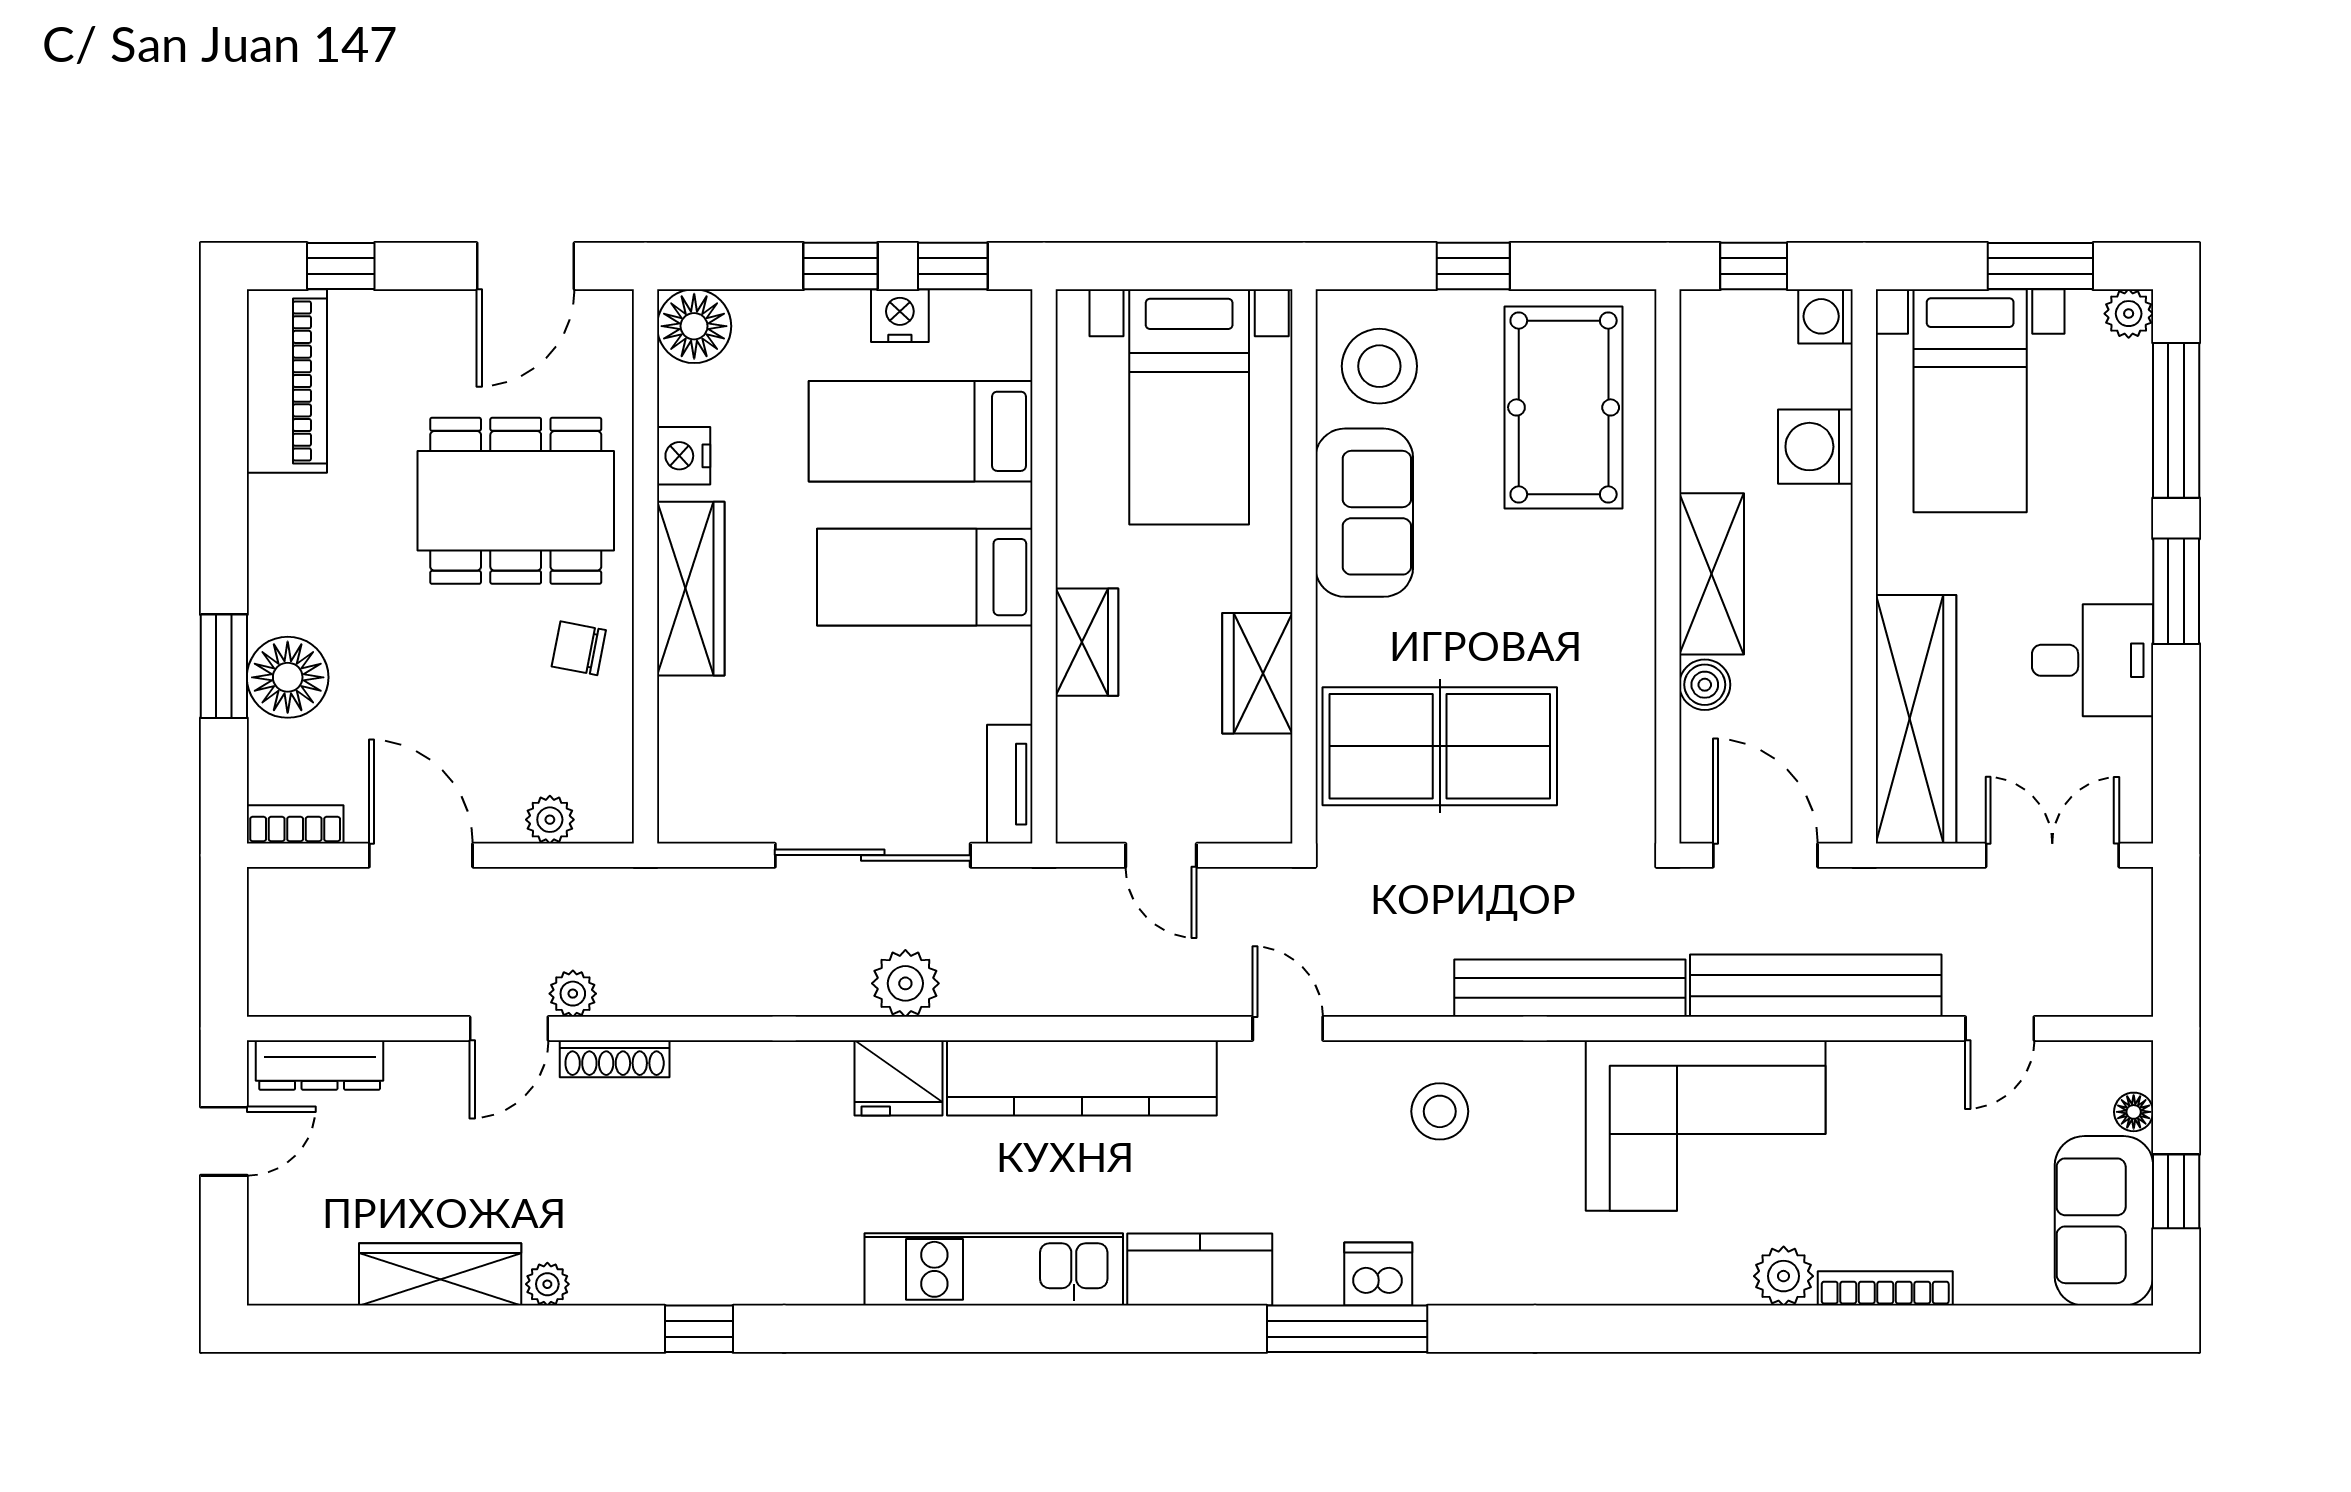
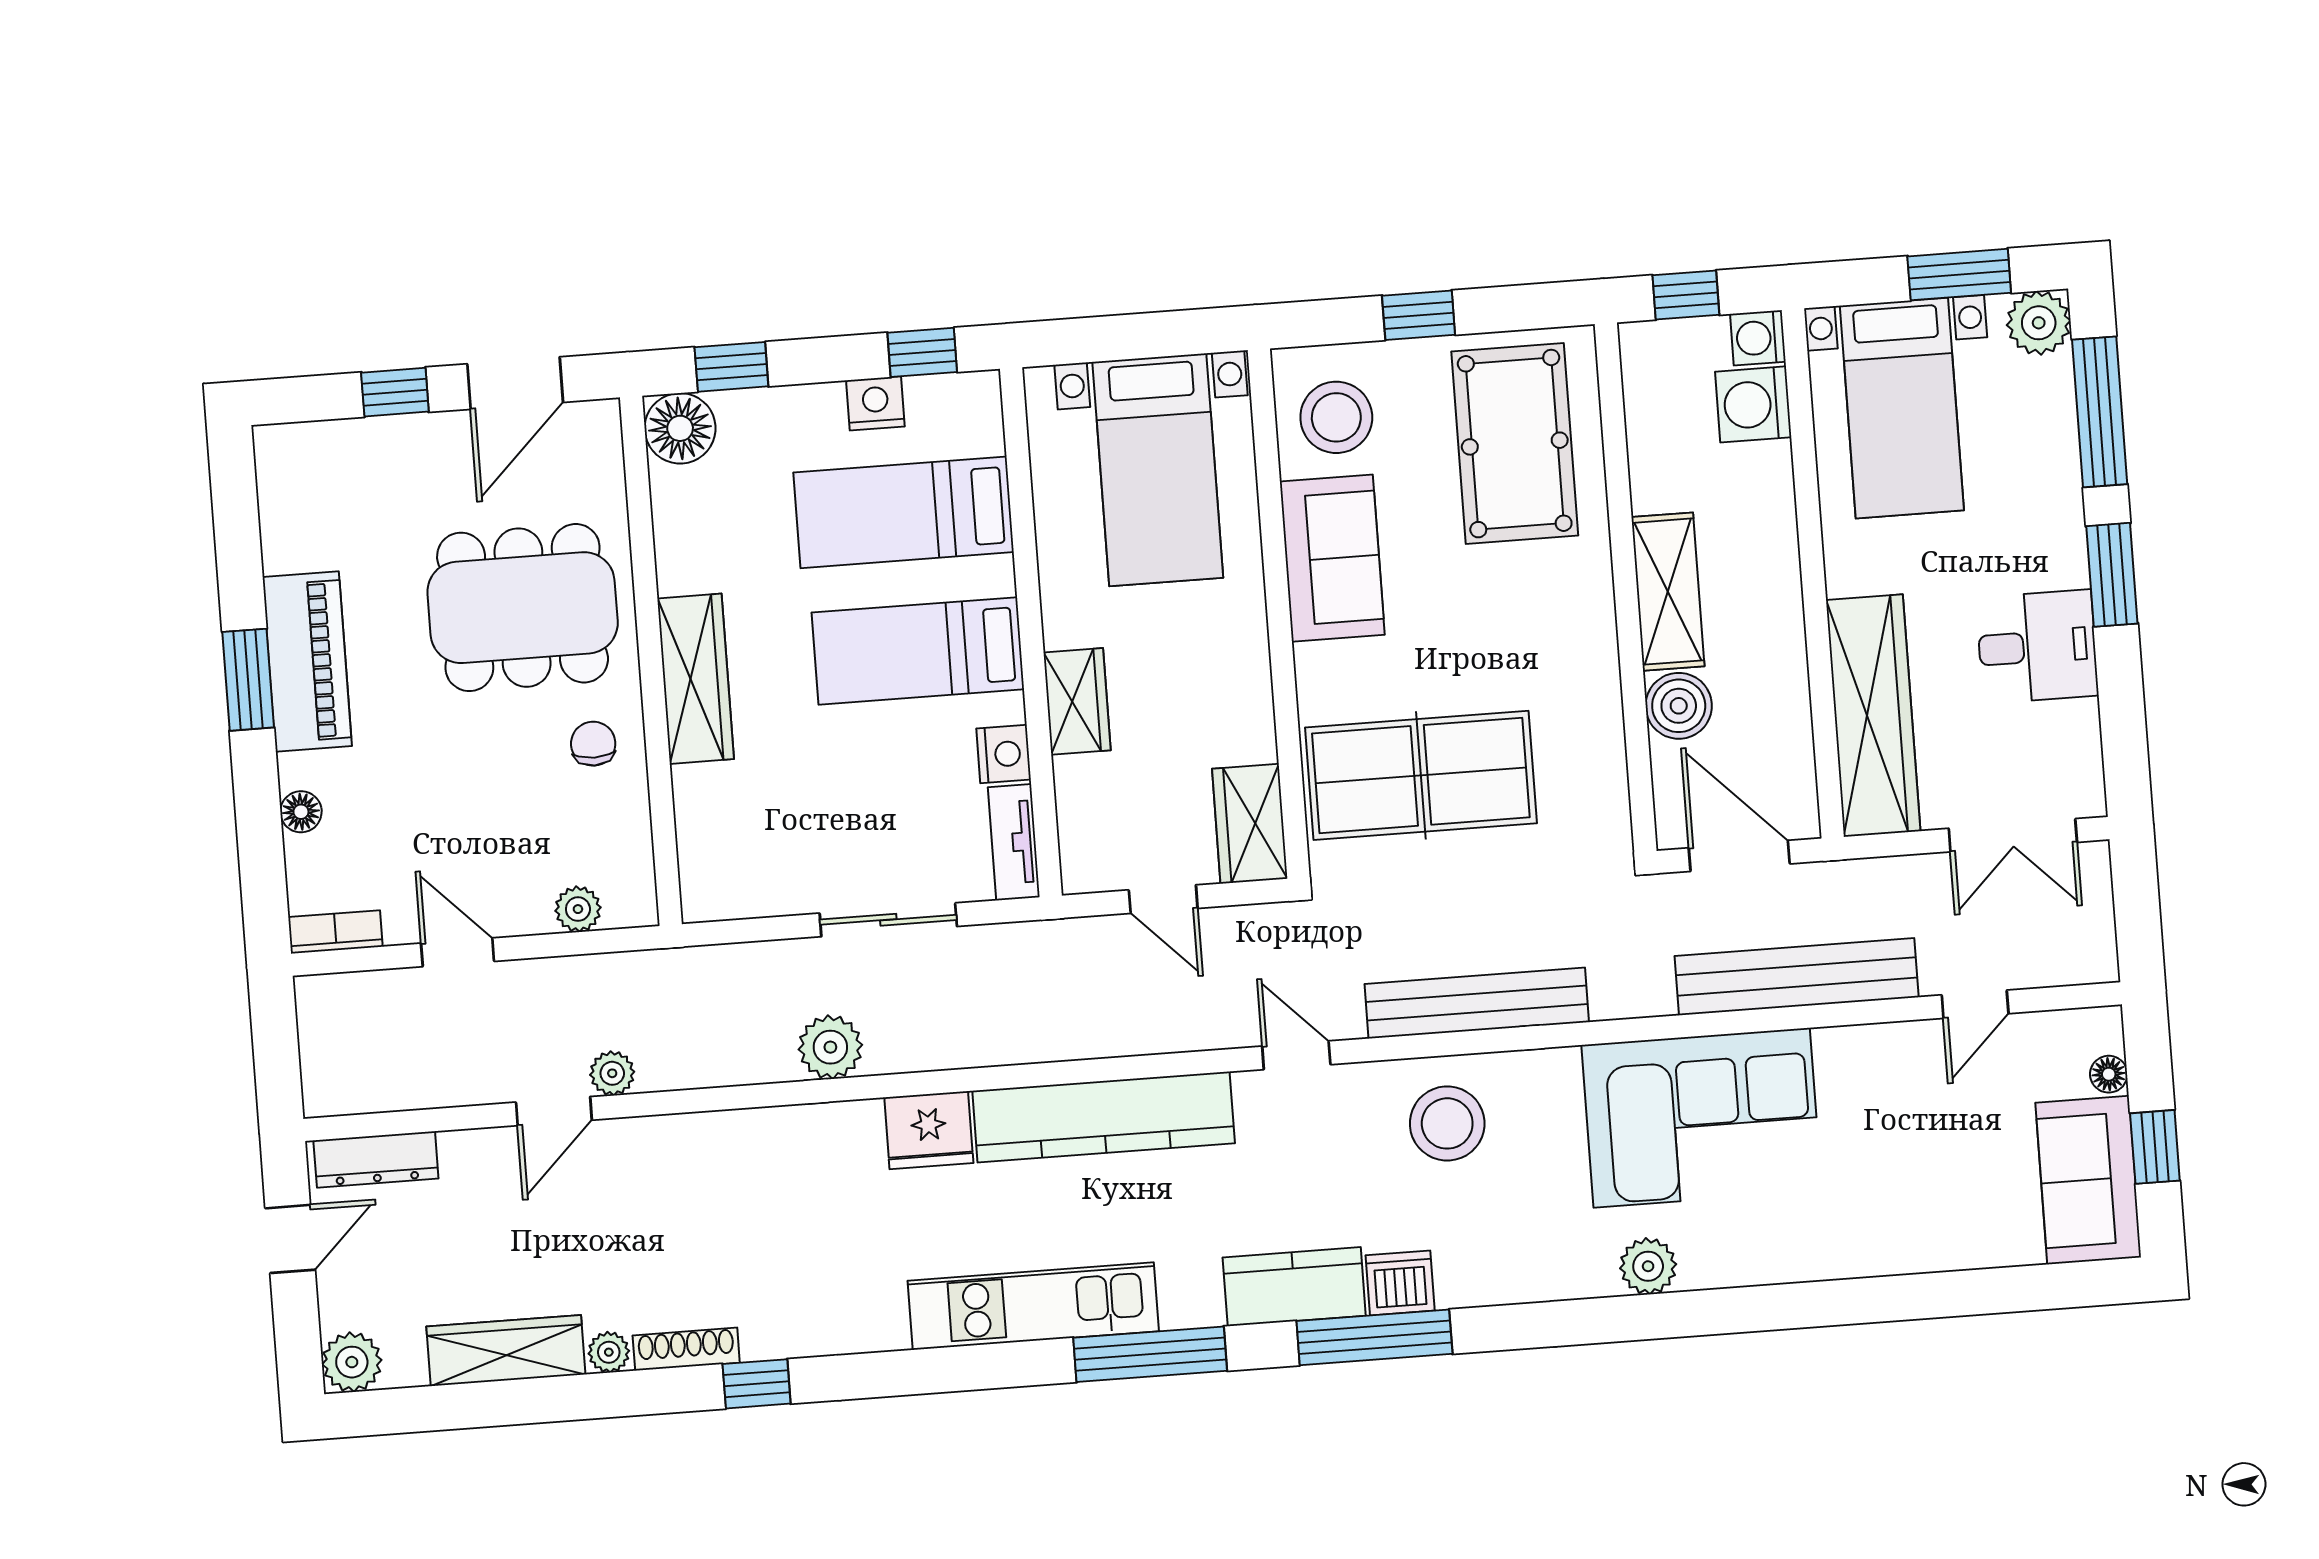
window: (341, 266) -> (395, 392), moved
window: (841, 266) -> (731, 367), moved
plant: (2129, 314) -> (2039, 323), width x1.38, depth x1.38
piano: (287, 381) -> (307, 661), moved
washing machine: (1815, 447) -> (1753, 404), moved
nightstand: (684, 456) -> (1004, 754), moved, turned 180
chair: (579, 648) -> (593, 744), turned 79
window: (224, 666) -> (248, 680), moved
wardrobe: (1257, 673) -> (1250, 824), moved
floor lamp: (288, 677) -> (301, 812), width x0.53, depth x0.53
boiler: (1705, 685) -> (1679, 706), width x1.36, depth x1.36
door: (421, 855) -> (458, 952), width x0.73
sliding door: (873, 855) -> (888, 920), width x0.73
double door: (2052, 855) -> (2013, 835), swing flipped
plant: (905, 983) -> (830, 1047), moved
bench: (1570, 988) -> (1477, 1003), moved
shoe rack: (615, 1059) -> (686, 1349), moved, turned 180
stool: (1440, 1111) -> (1447, 1123), width x1.38, depth x1.38
kitchen counter: (1200, 1270) -> (1294, 1287), moved
plant: (279, 1274) -> (352, 1362), added
plant: (1784, 1276) -> (1648, 1266), moved
bookcase: (1885, 1288) -> (1885, 1260), removed
window: (1112, 1329) -> (1150, 1354), added

